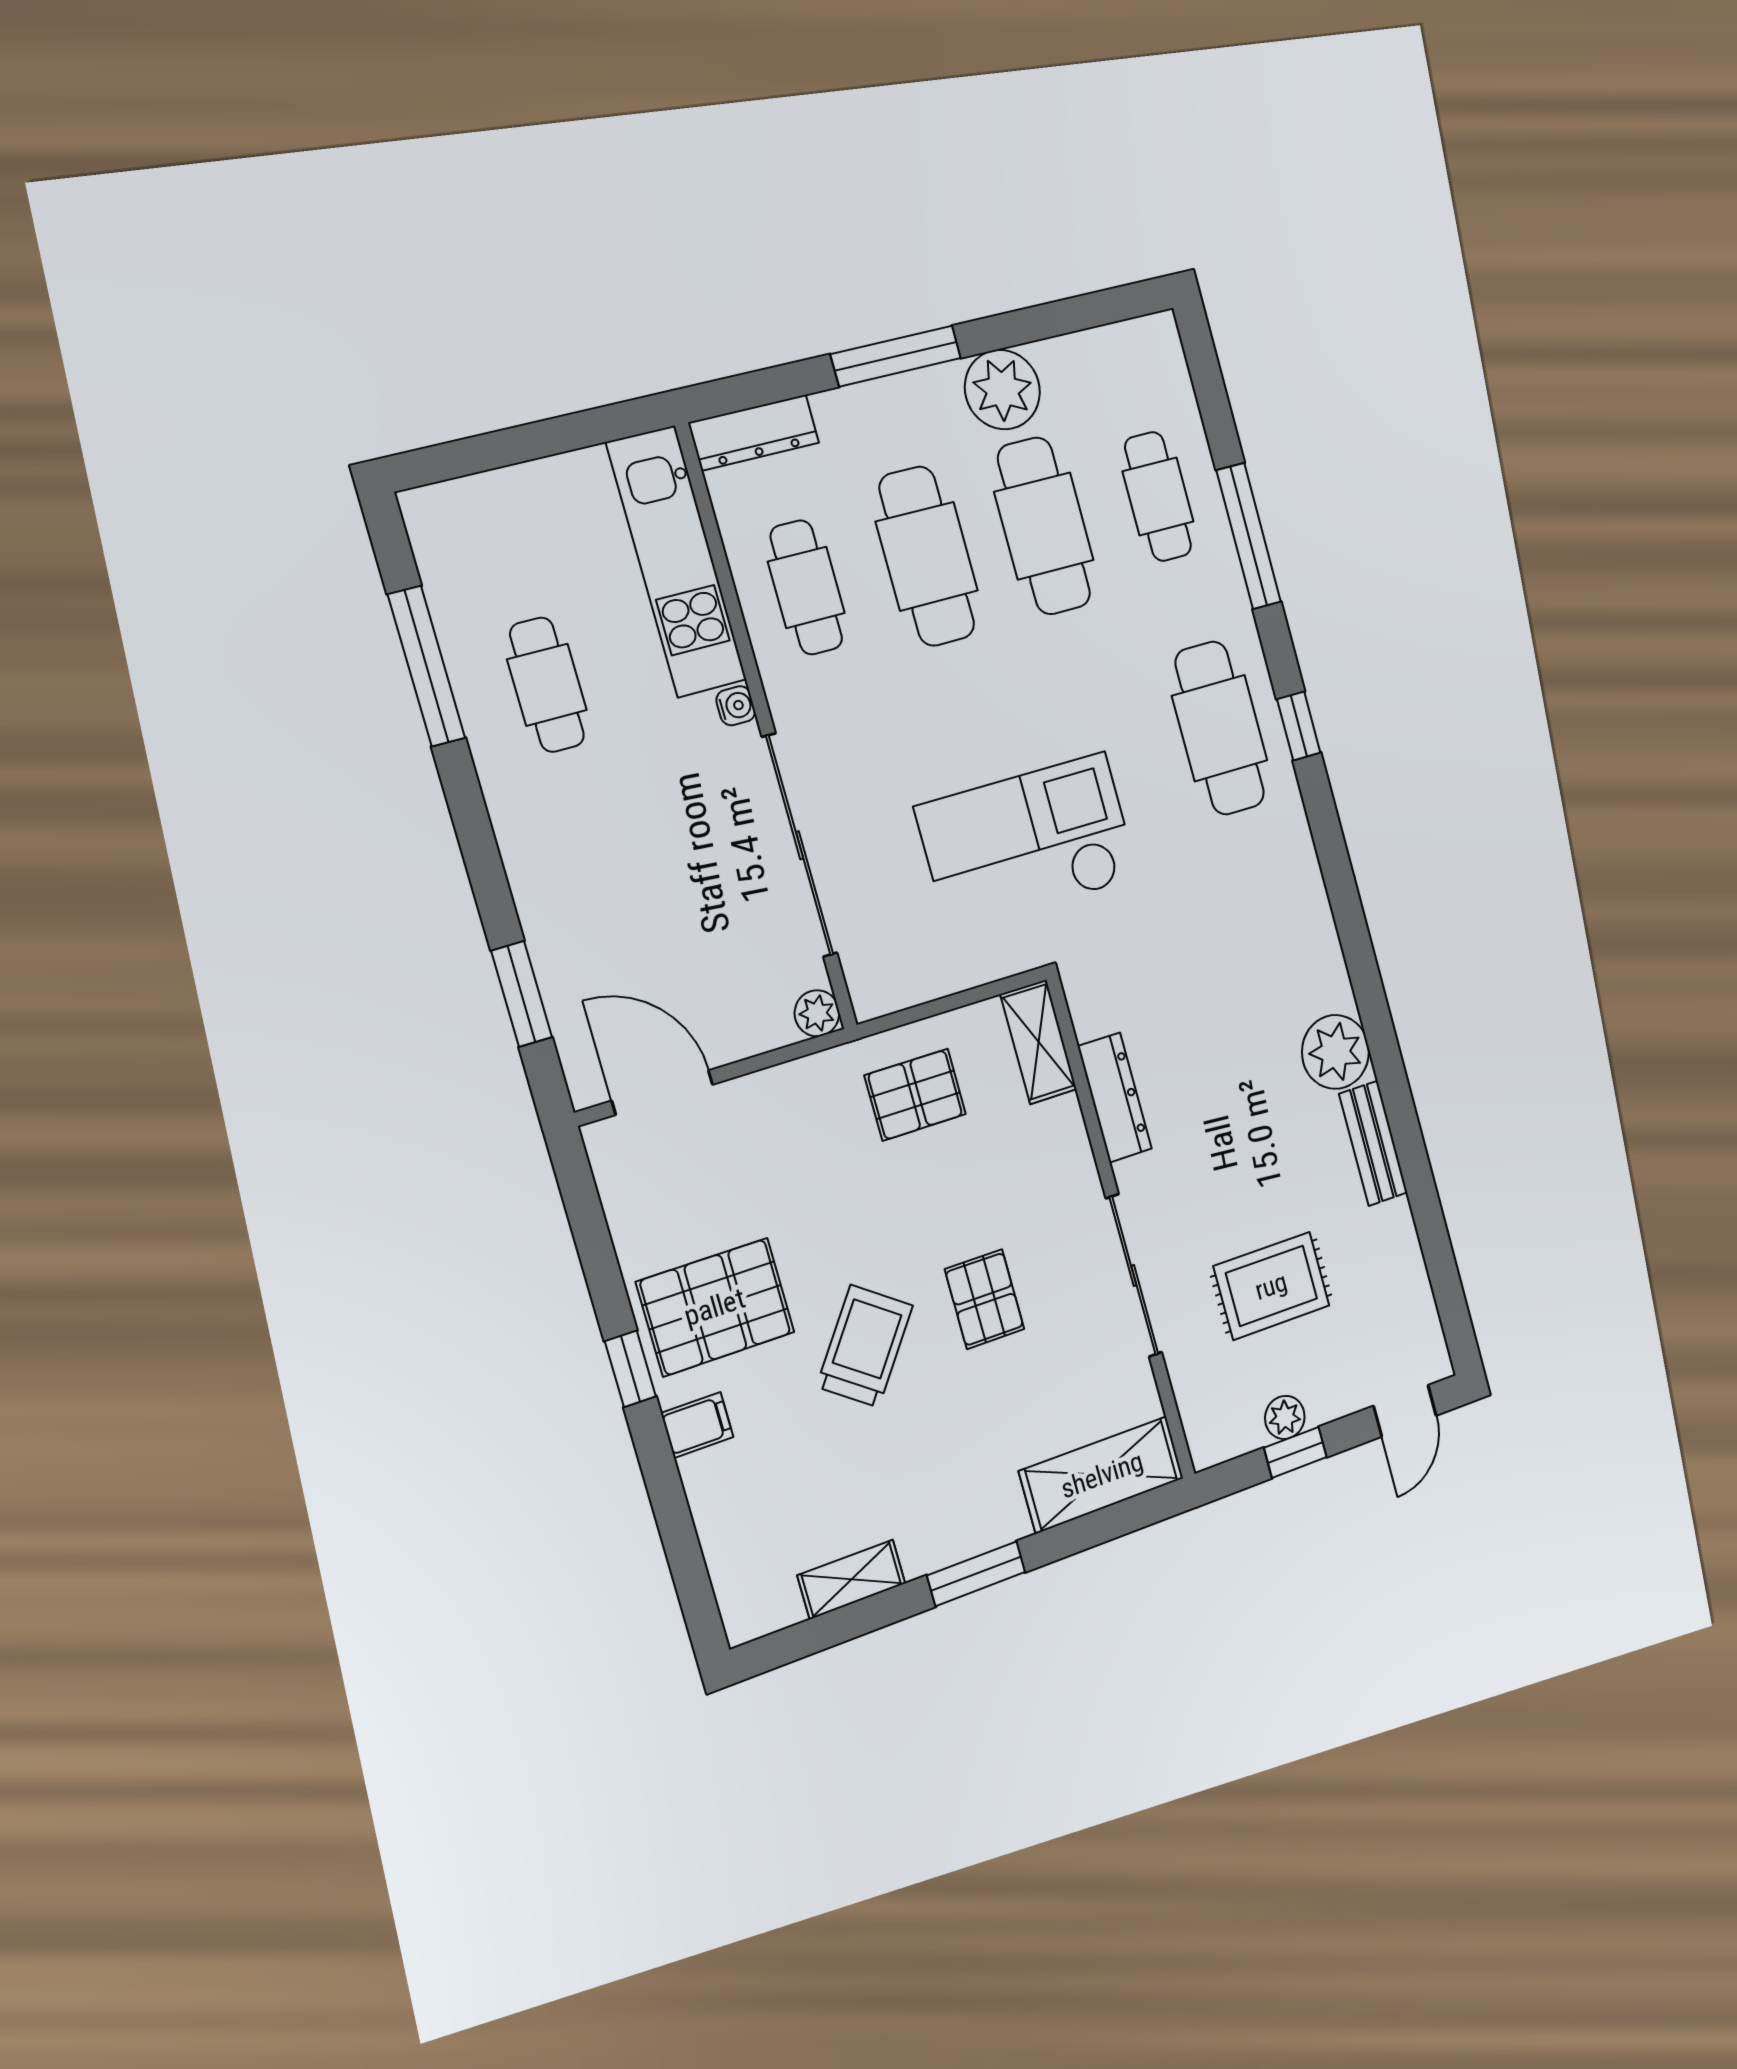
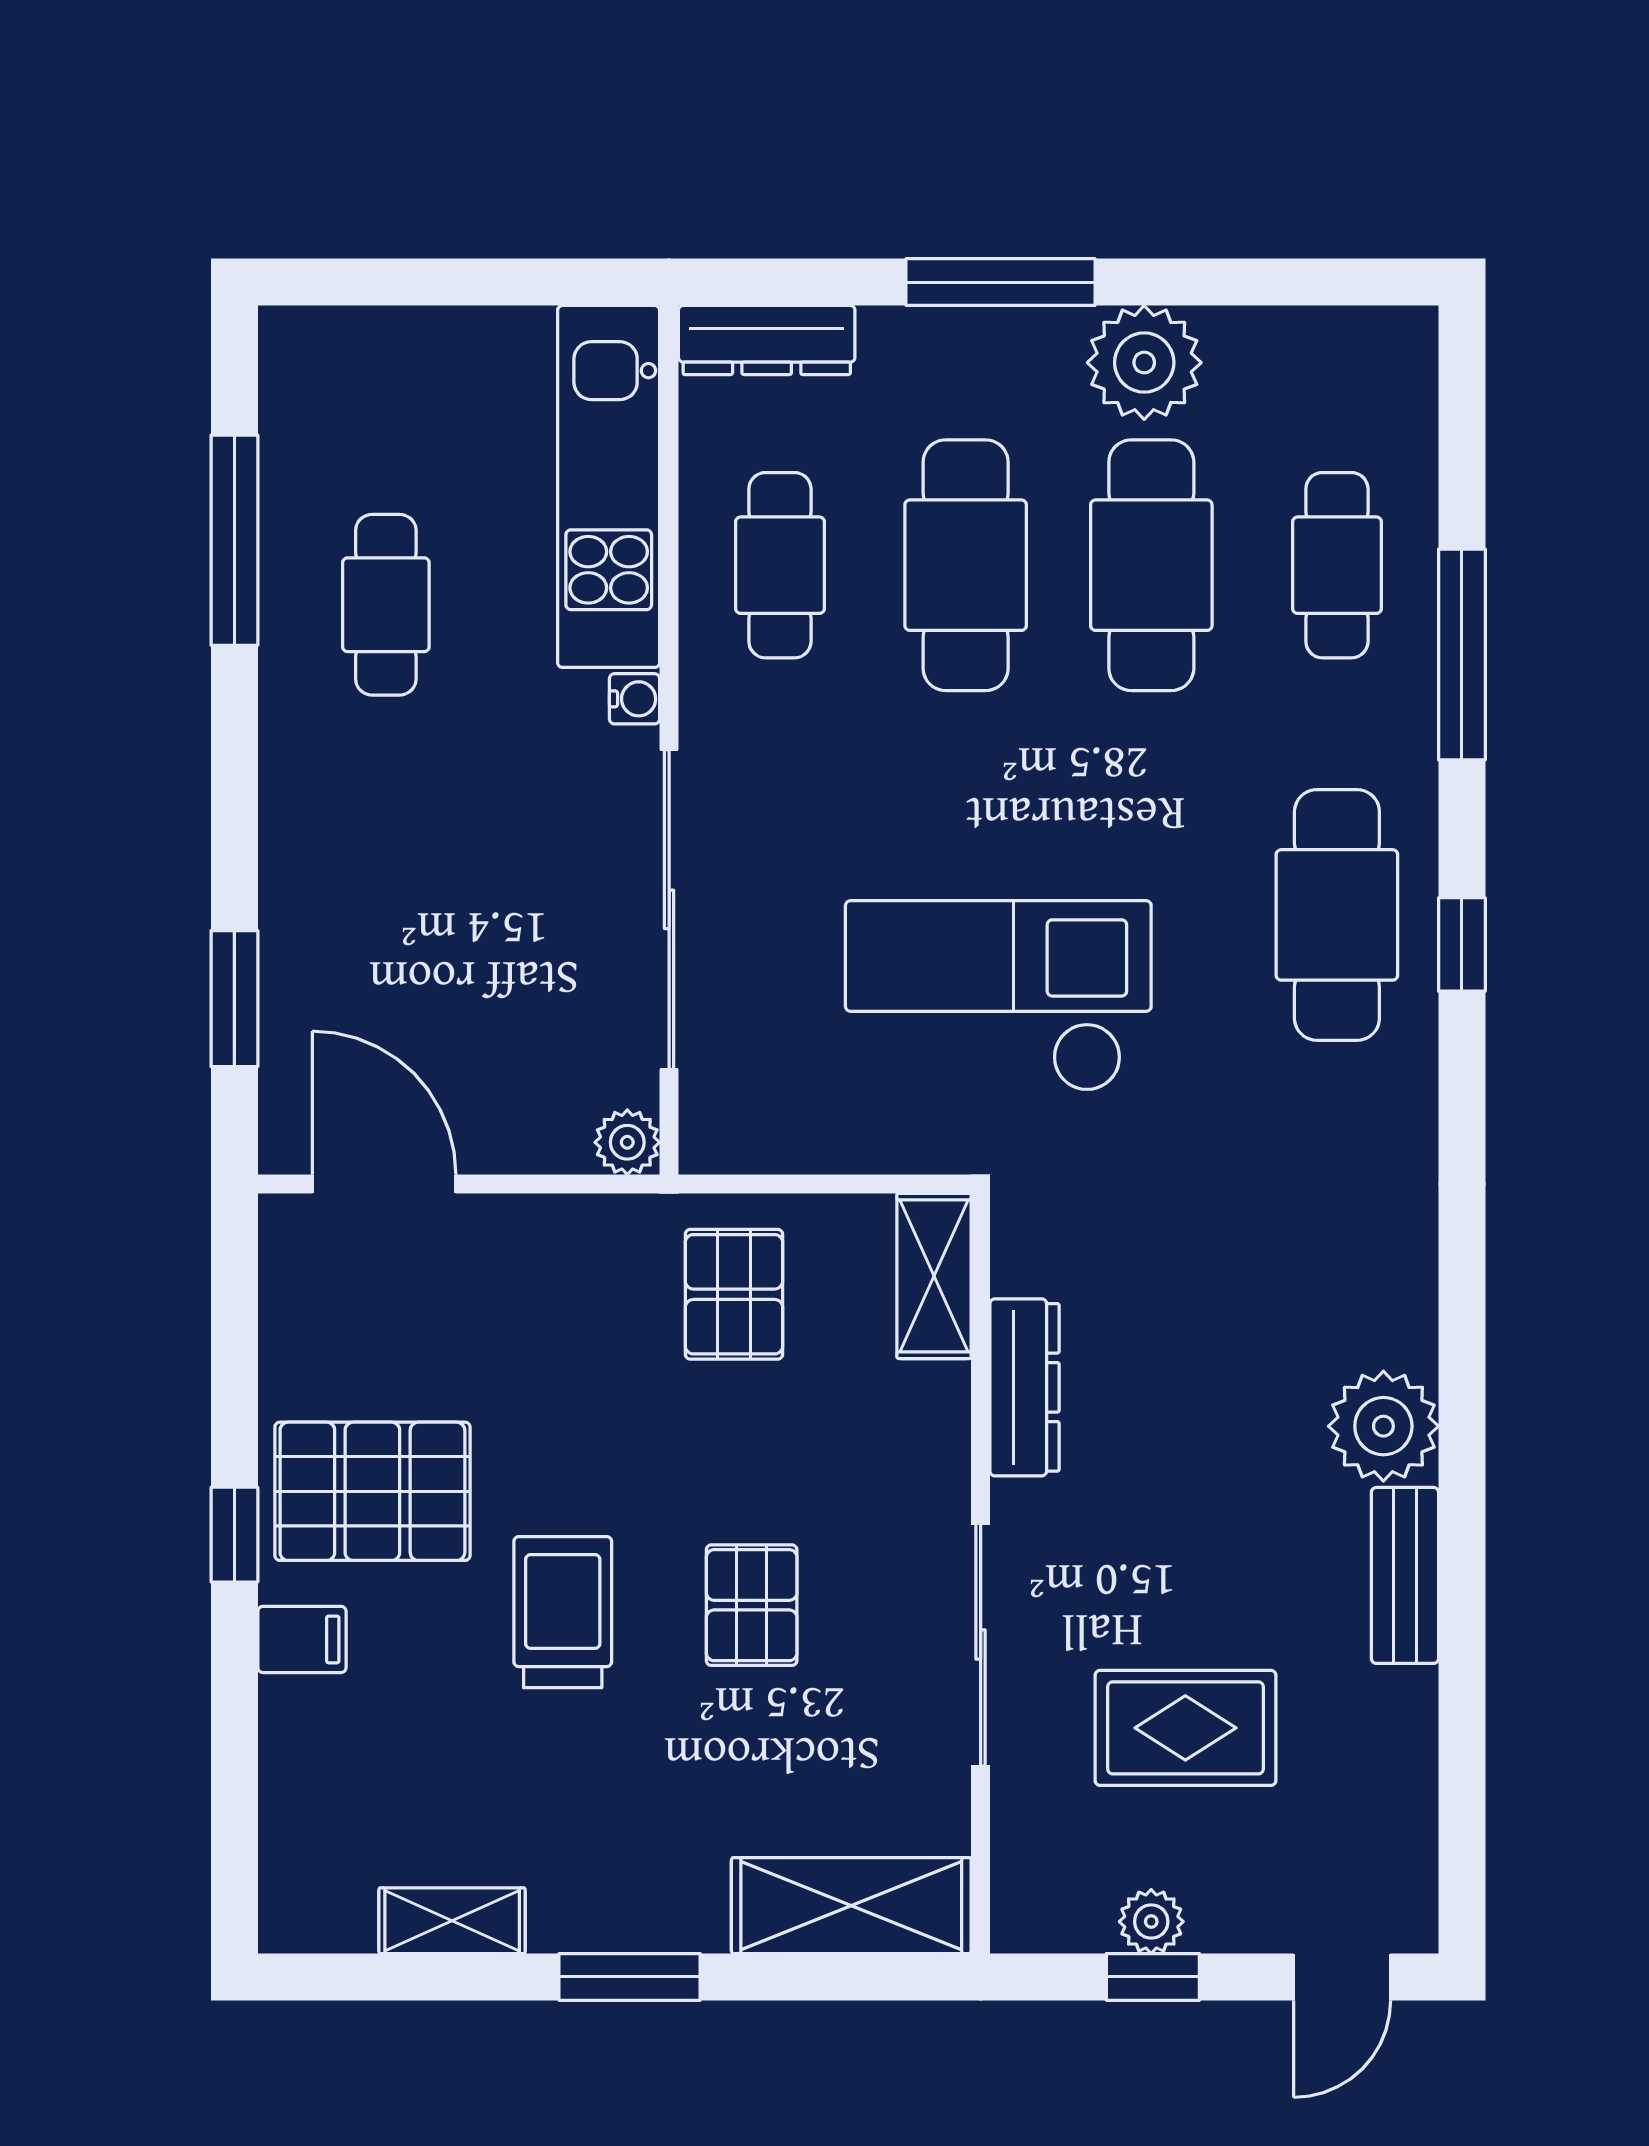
pallet: (915, 1095) -> (734, 1294), turned 90
trolley: (865, 1346) -> (563, 1612), turned -36

